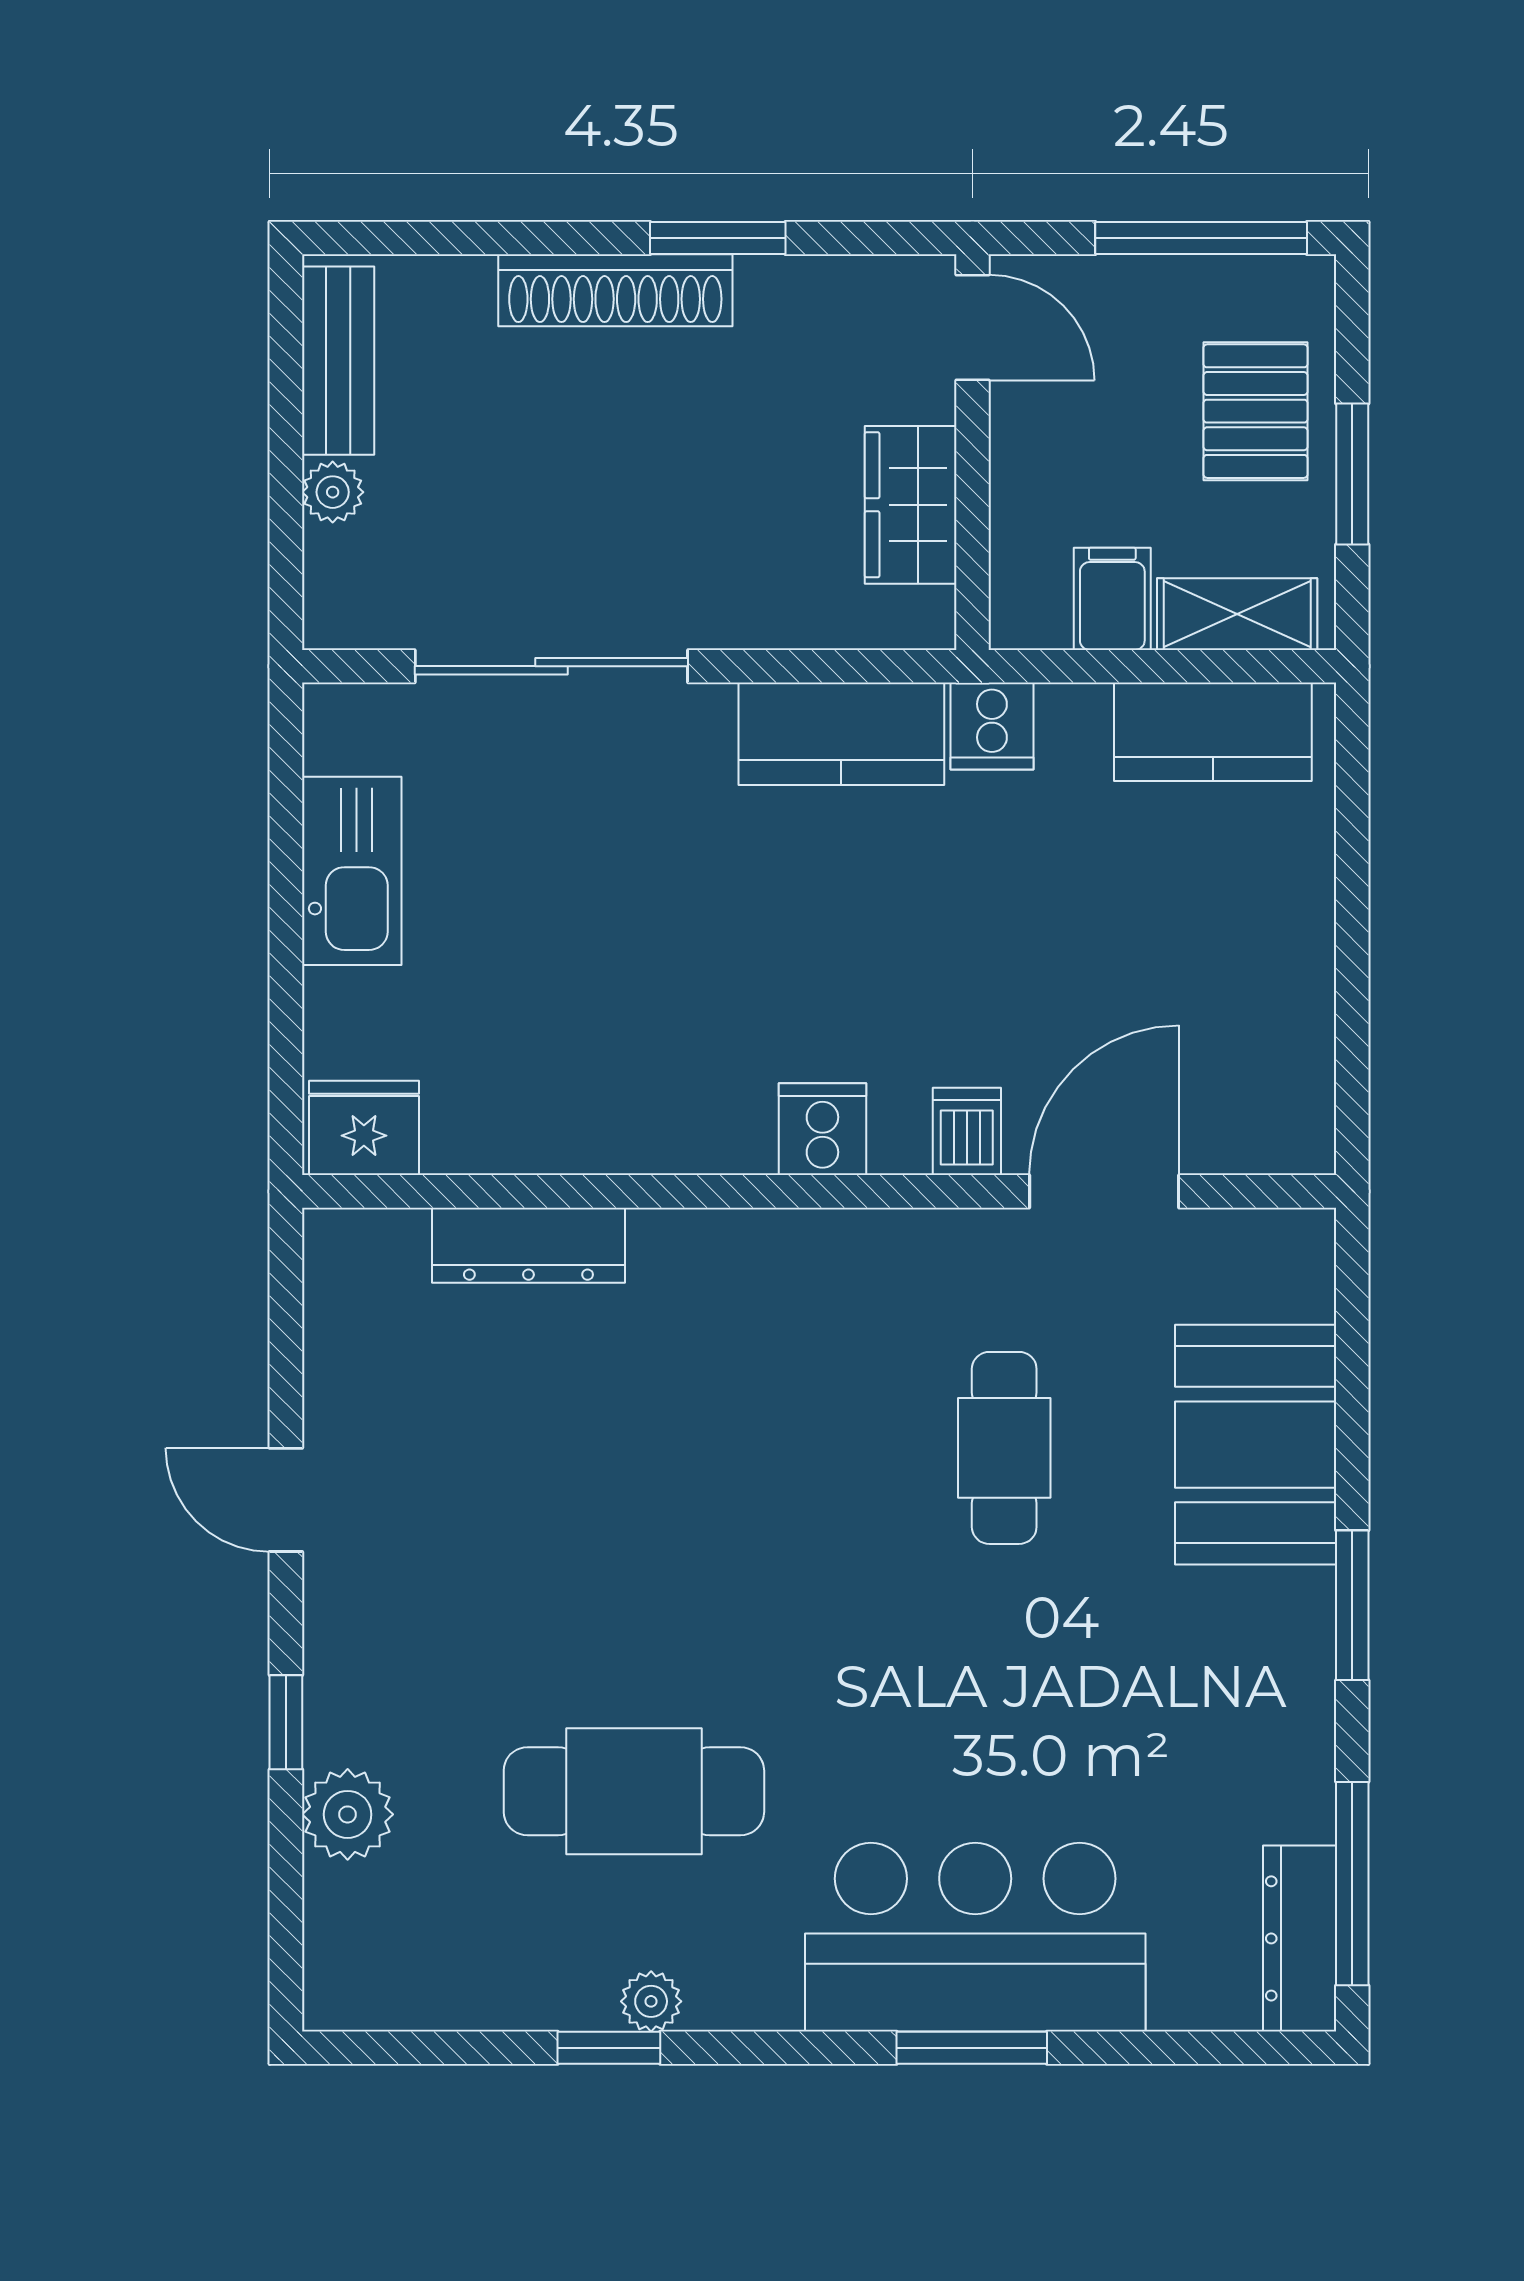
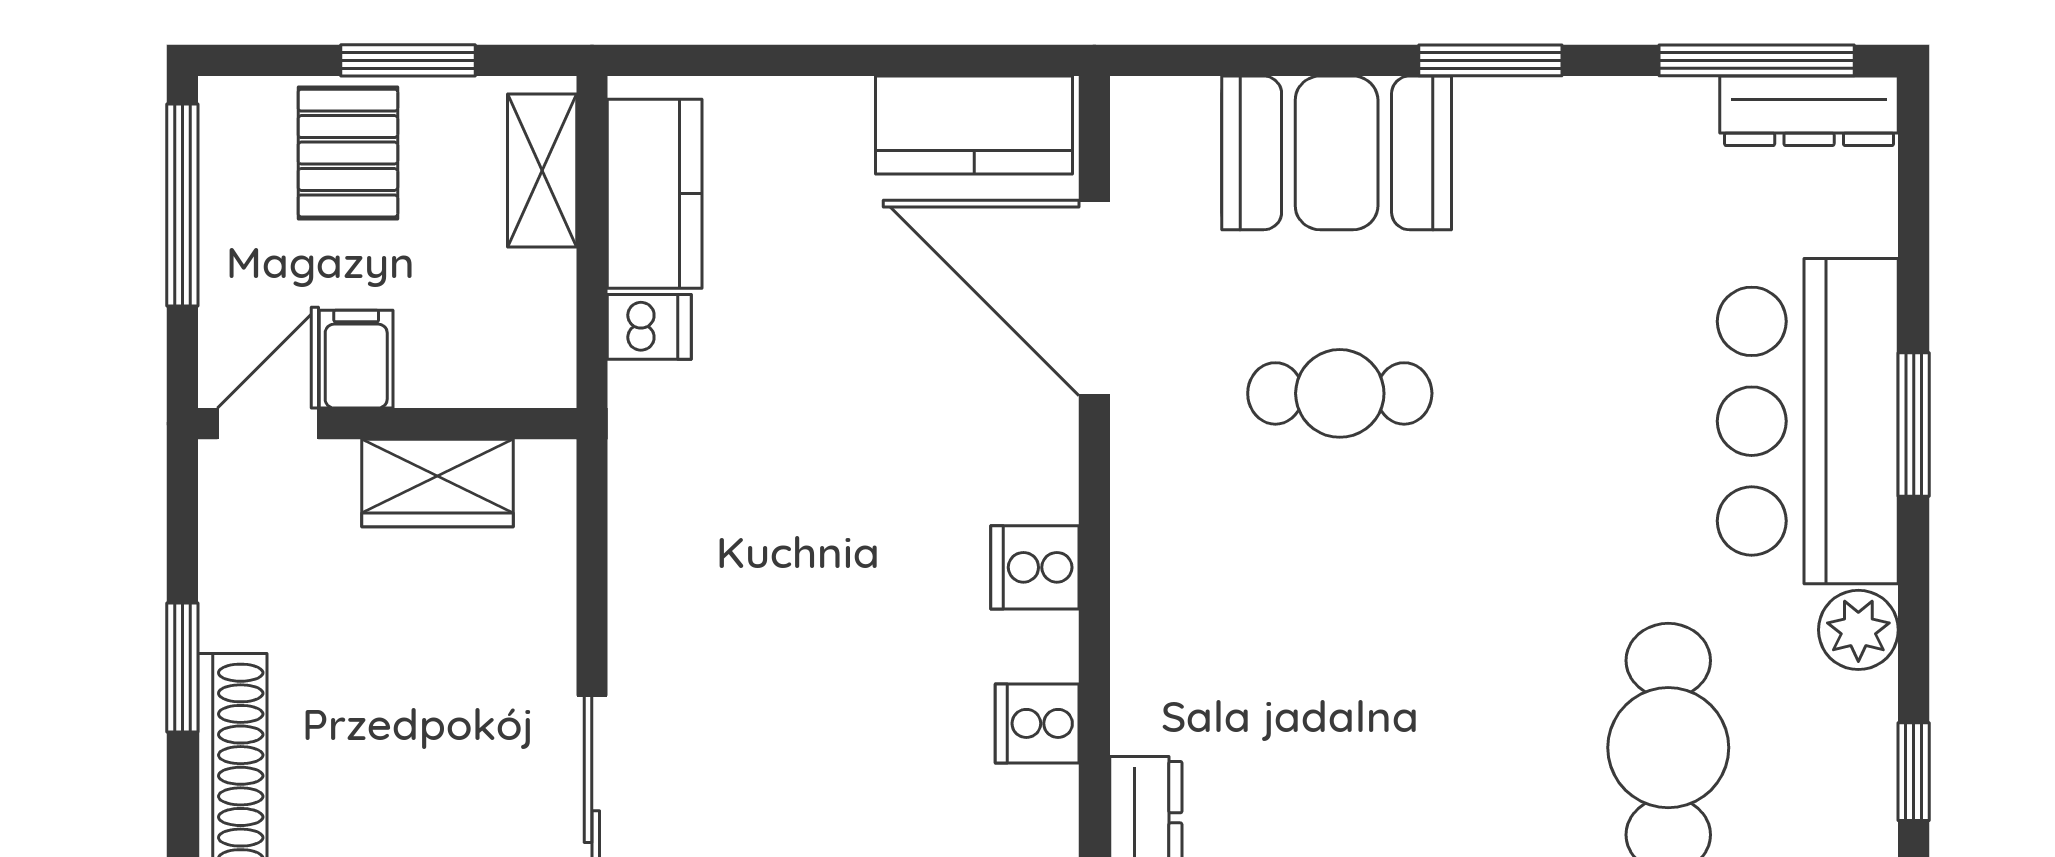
pallet: (1256, 411) -> (348, 153), turned 90
filing cabinet: (1112, 599) -> (356, 359), moved, turned 90
cooker: (992, 726) -> (1037, 723), moved, turned 180
kitchen counter: (841, 734) -> (974, 125), moved, turned 90
dishwasher: (967, 1131) -> (649, 327), moved, turned 180
door: (1104, 1191) -> (1094, 298), width x1.36
plant: (651, 2001) -> (1858, 630), moved, width x1.38, depth x1.38

